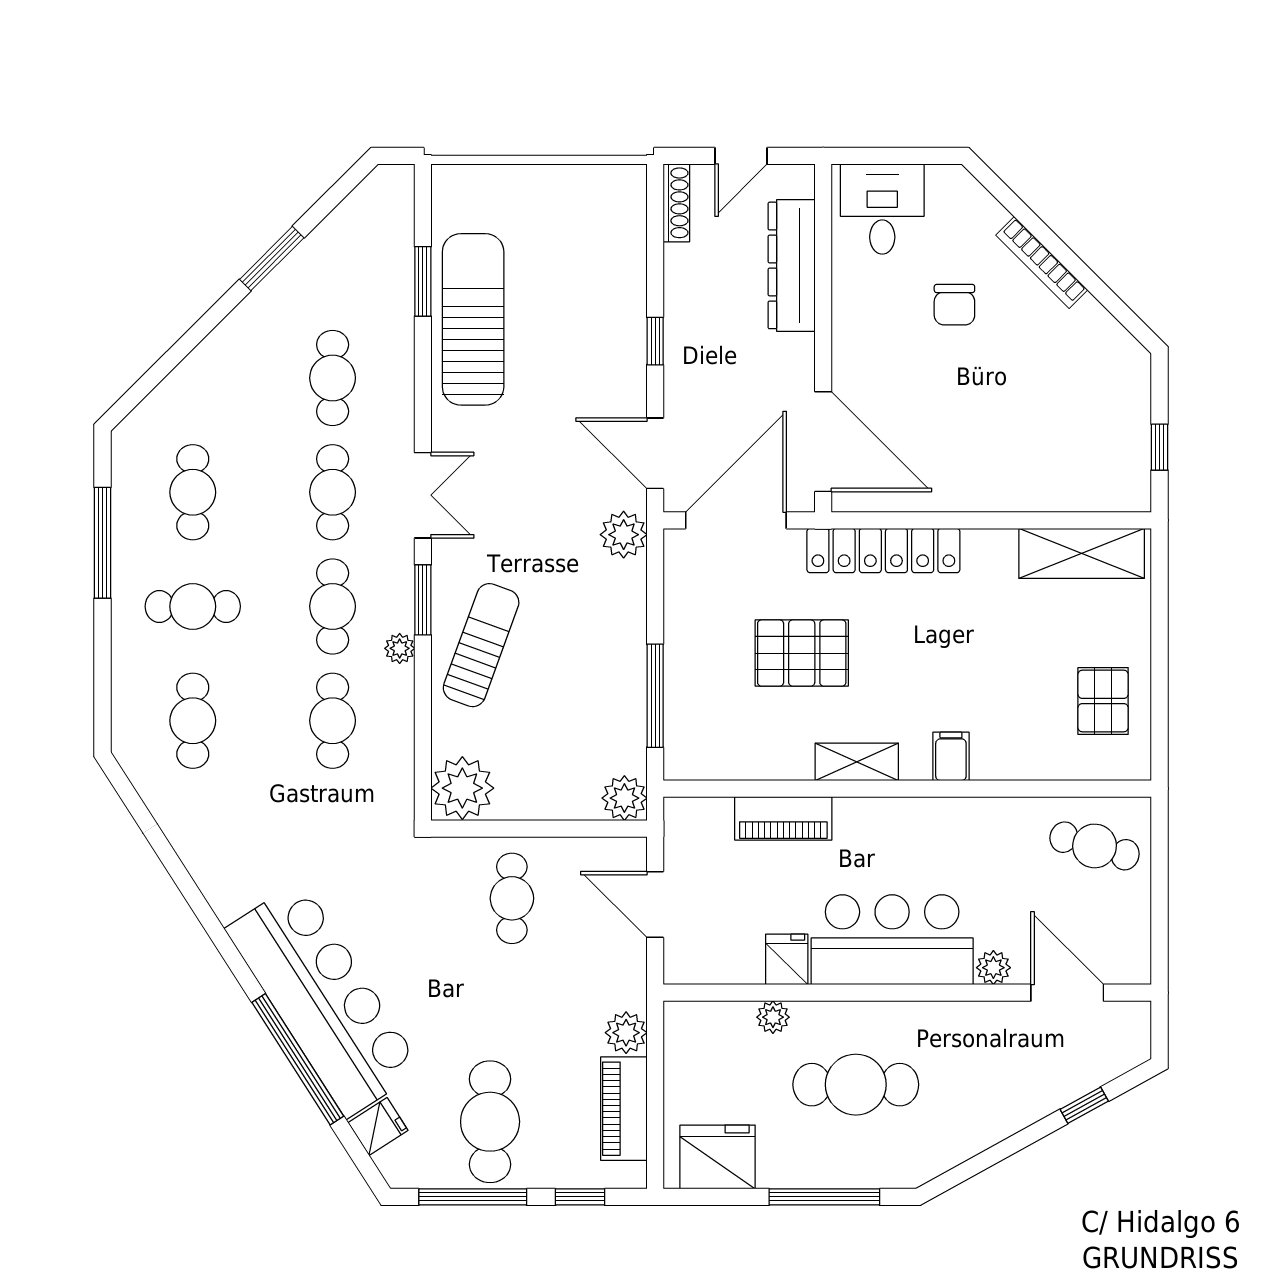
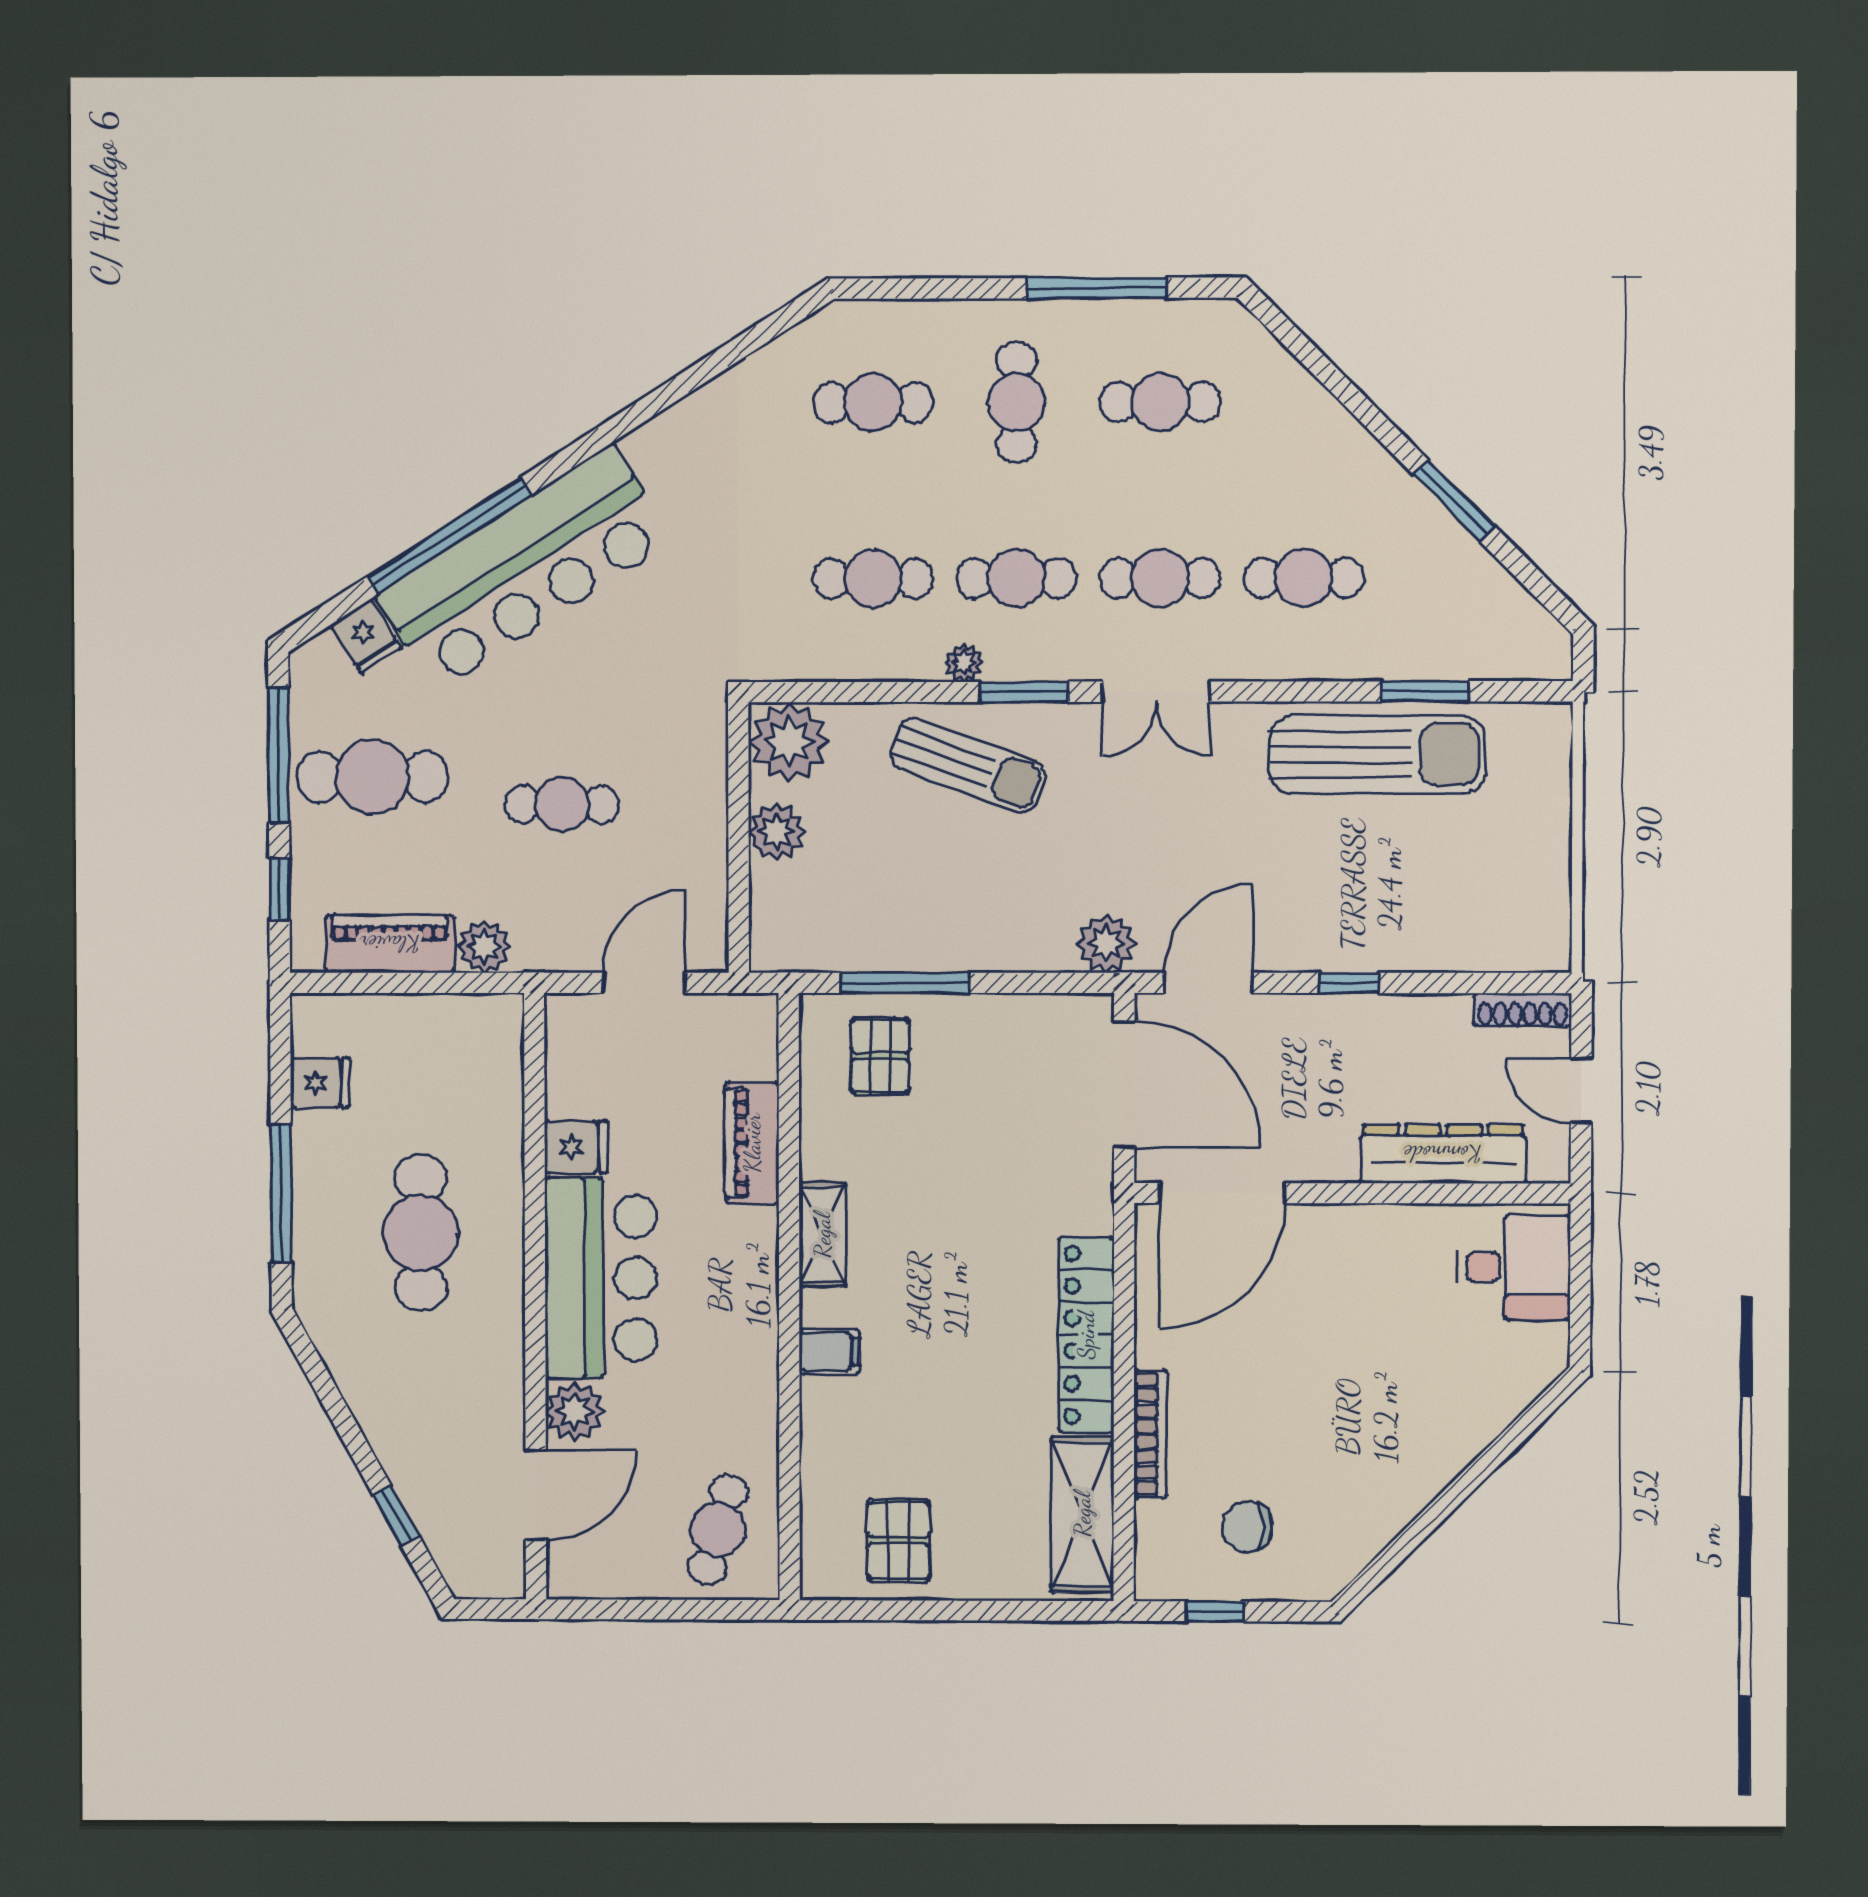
bookcase: (1042, 262) -> (1150, 1434), moved, turned 135
chair: (954, 305) -> (1247, 1527), moved
locker: (883, 550) -> (1086, 1335), moved
pallet: (802, 653) -> (880, 1056), moved, width x0.67, depth x0.71
pallet: (1103, 701) -> (898, 1540), turned 90
plant: (624, 798) -> (777, 832), moved
cafe table: (512, 898) -> (562, 804), moved
plant: (993, 968) -> (575, 1412), width x1.38, depth x1.38
plant: (773, 1017) -> (504, 1130), removed
fridge: (718, 1157) -> (320, 1083), width x0.53, depth x0.75

